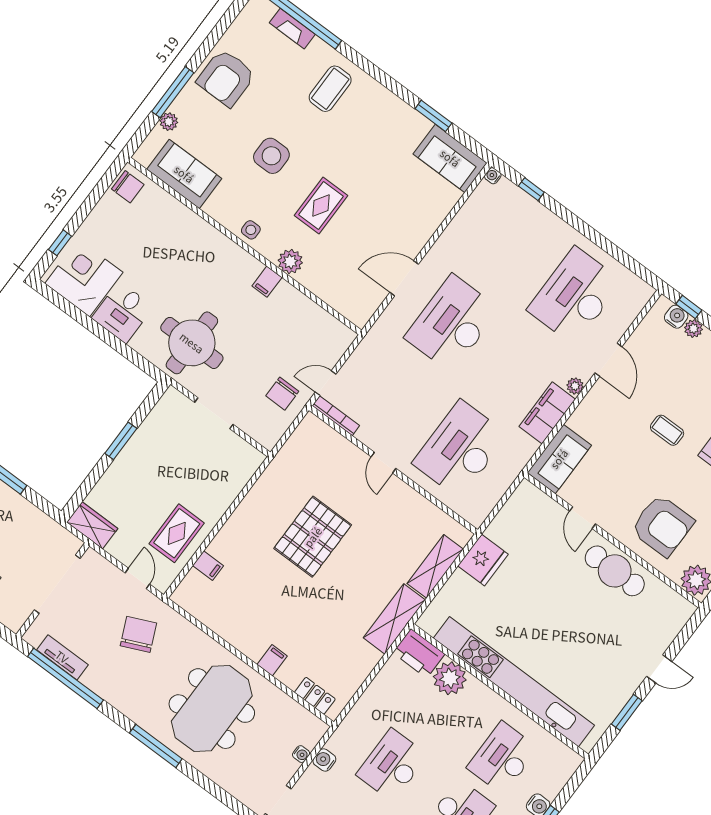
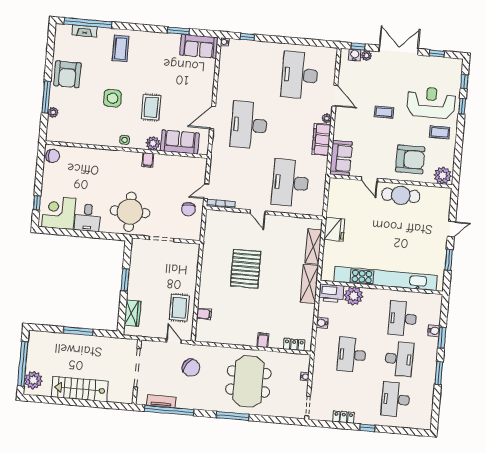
sofa: (184, 174) -> (180, 142), moved
wardrobe: (92, 525) -> (133, 313), moved, turned 90
chair: (138, 634) -> (191, 368), turned 147
water cooler: (324, 760) -> (322, 323), moved

